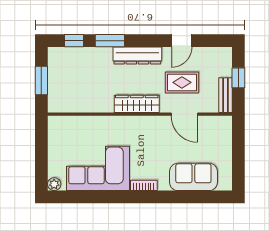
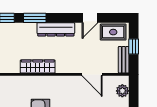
rug: (182, 82) -> (113, 32), moved
wardrobe: (137, 104) -> (38, 67), moved
plant: (224, 135) -> (122, 91), added

